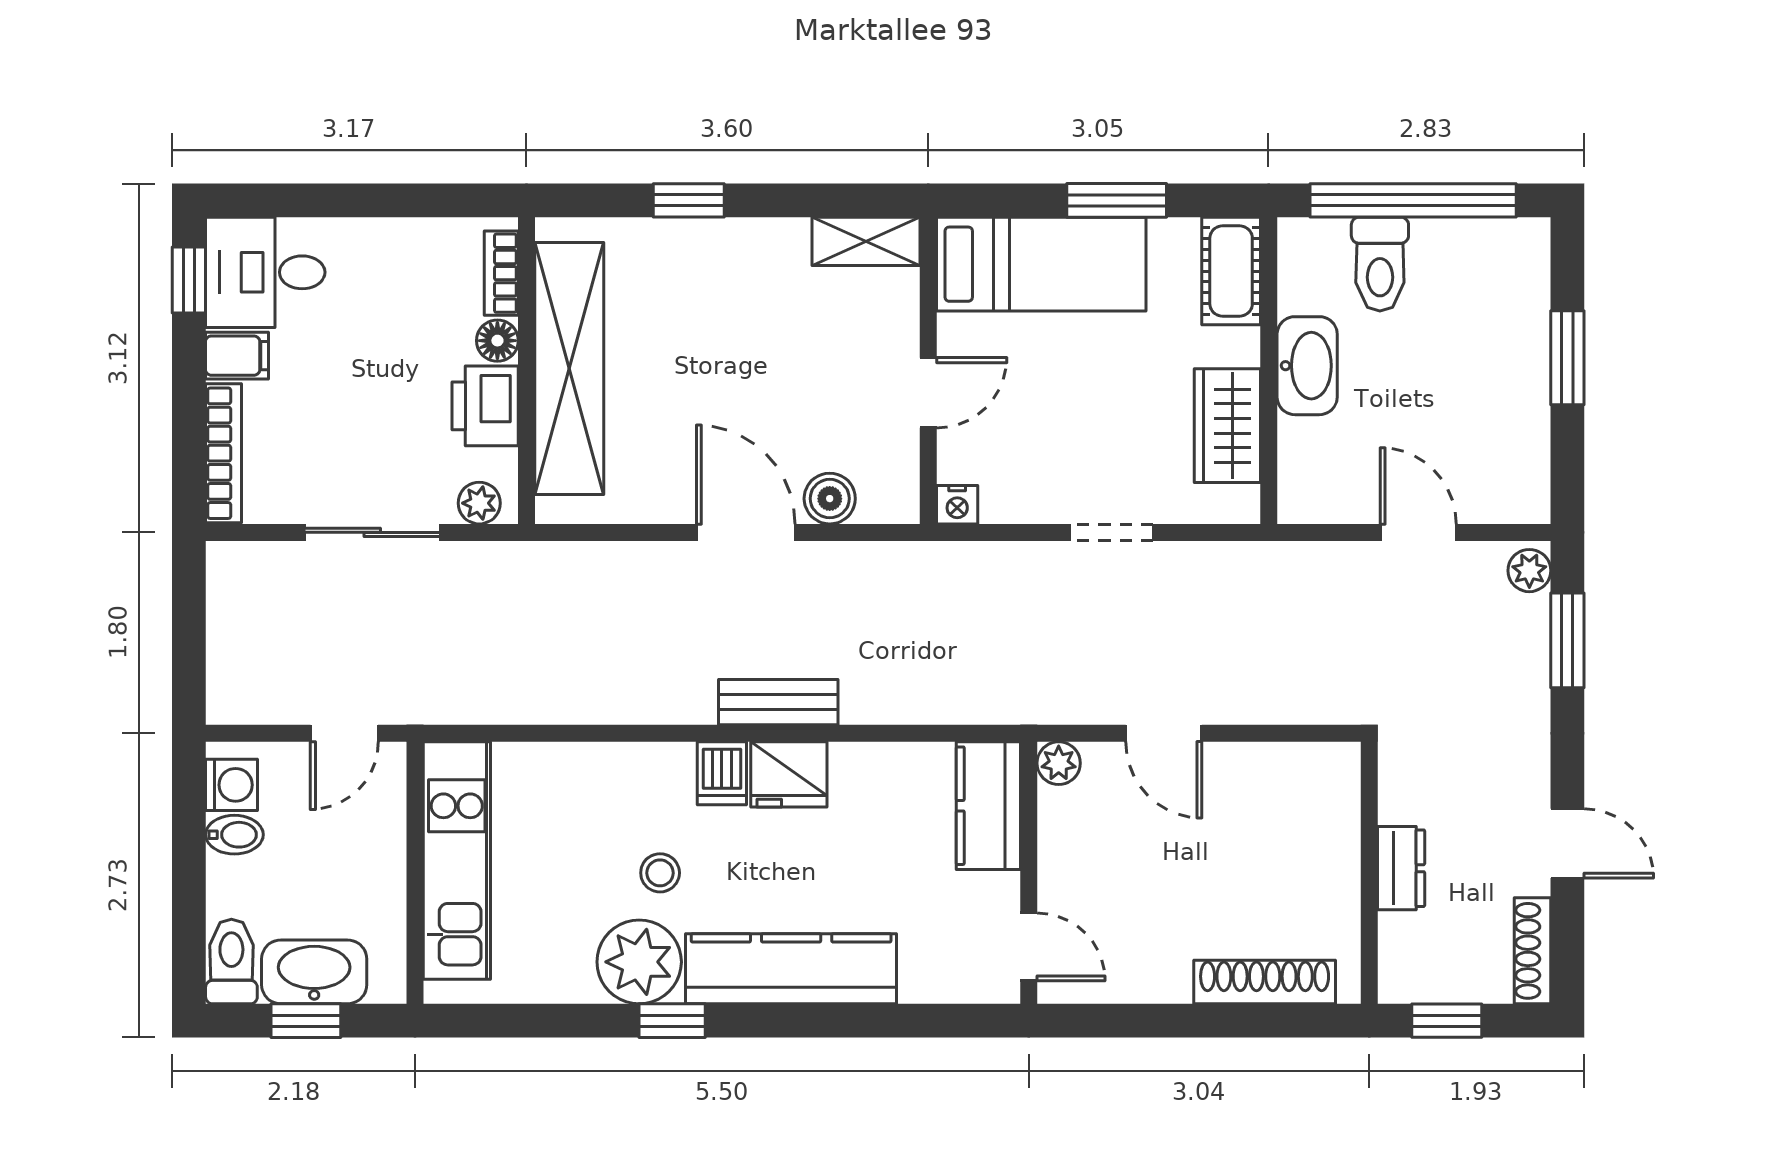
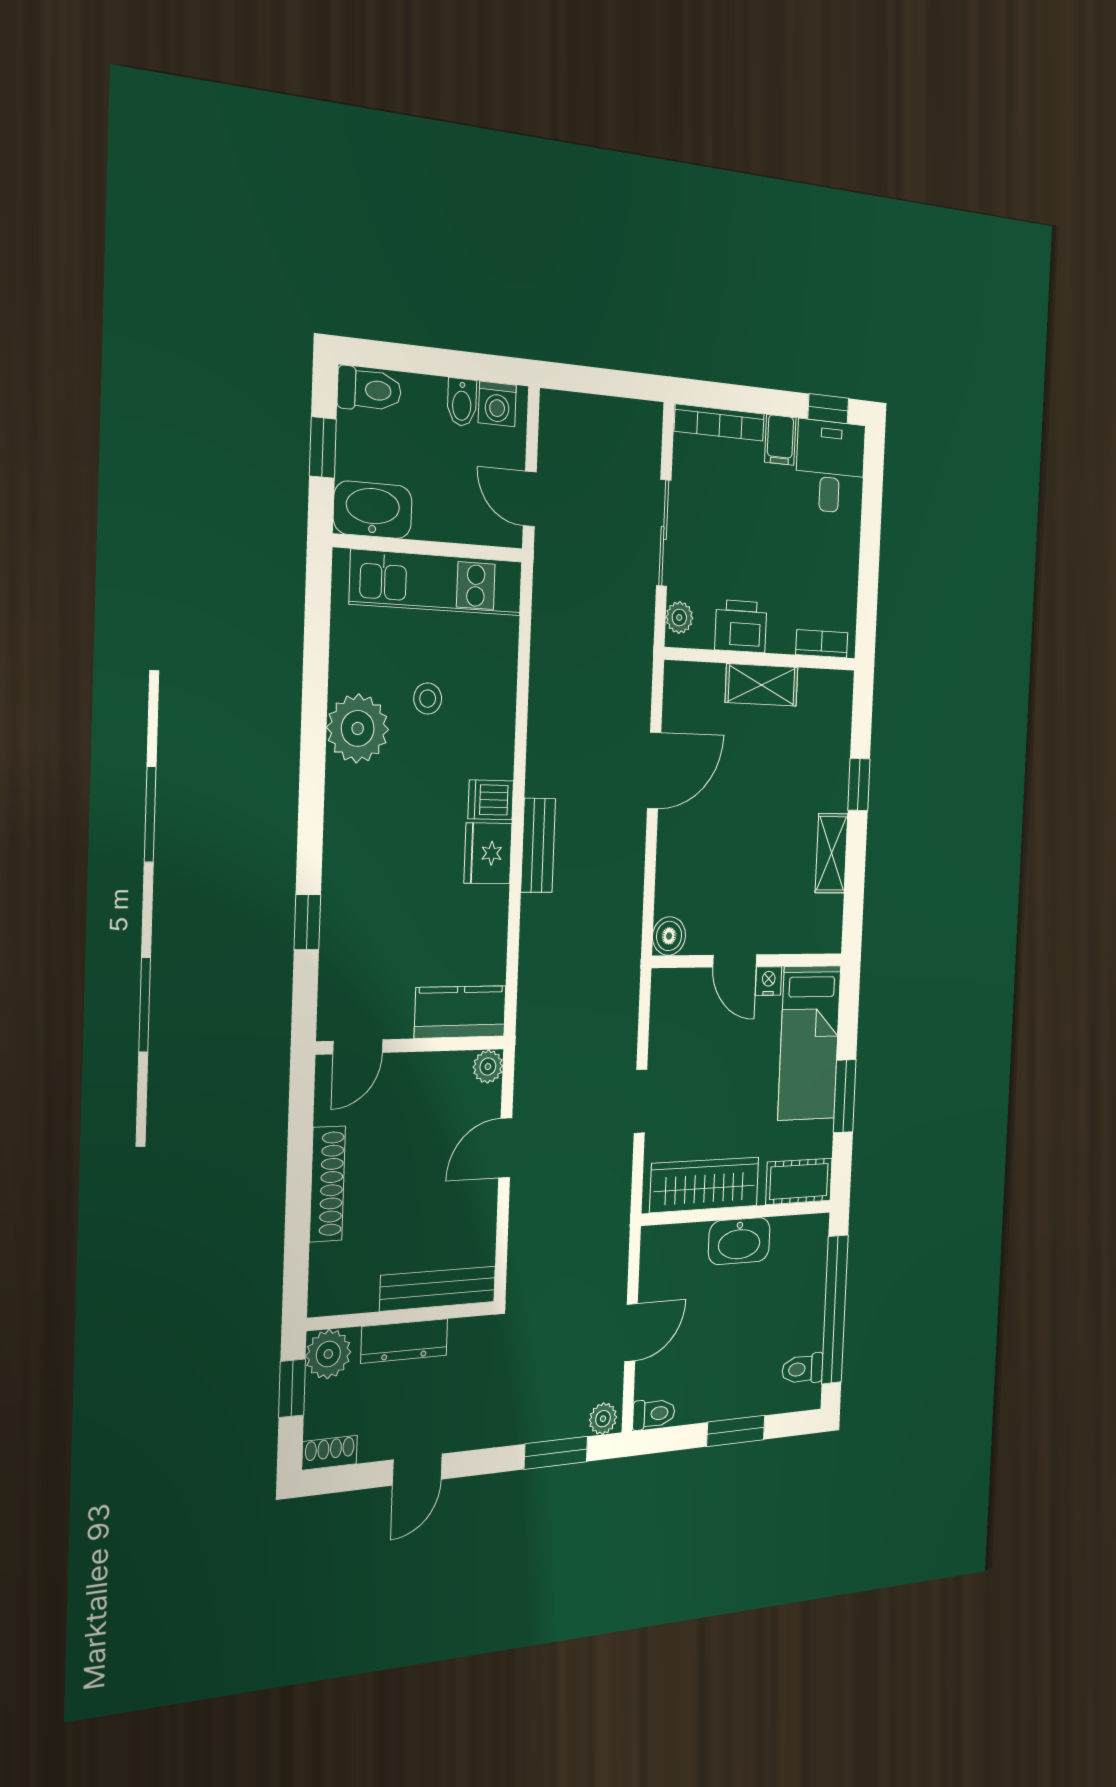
shelving: (866, 241) -> (831, 853), moved
toilet: (1380, 264) -> (802, 1369), moved, width x0.73, depth x0.72
floor lamp: (497, 341) -> (781, 638), removed
shelving: (569, 368) -> (762, 685), width x0.45, depth x0.75
wardrobe: (1227, 426) -> (705, 1185), width x1.50
toilet: (1531, 491) -> (654, 1414), added
boiler: (830, 499) -> (669, 936), moved
nightstand: (957, 505) -> (769, 981), moved, turned 90
door: (746, 532) -> (654, 770), moved
bench: (1338, 823) -> (438, 1289), added
dresser: (1401, 868) -> (404, 1341), width x1.44
stool: (660, 873) -> (428, 699), moved
shoe rack: (1533, 951) -> (330, 1453), width x0.70
kitchen counter: (791, 969) -> (348, 853), removed
washbasin: (314, 972) -> (373, 510), moved, turned -90
plant: (1408, 973) -> (328, 1354), added
shoe rack: (1265, 982) -> (327, 1184), moved
window: (672, 1021) -> (307, 922), moved

